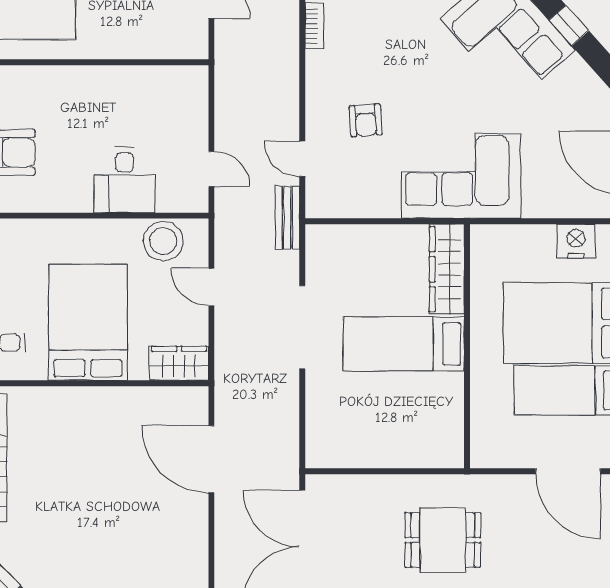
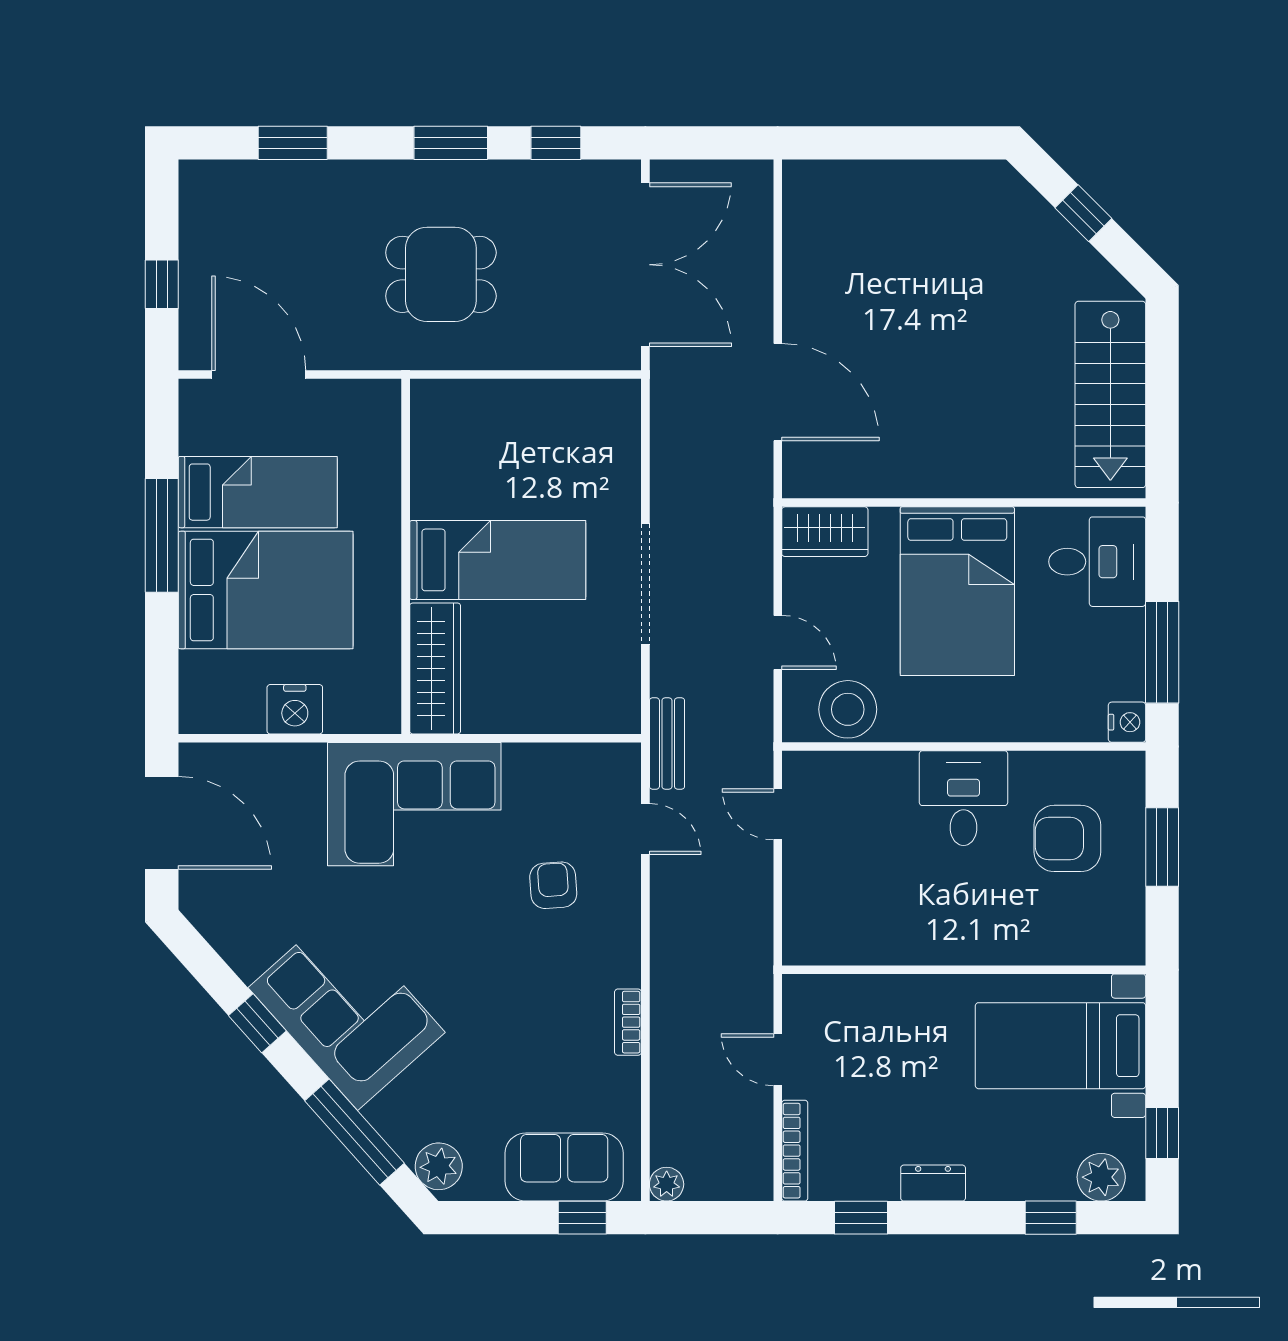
desk: (124, 180) -> (964, 798), moved
nightstand: (576, 241) -> (295, 709), moved

